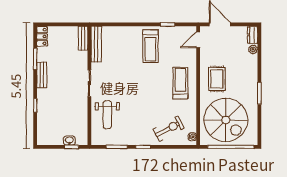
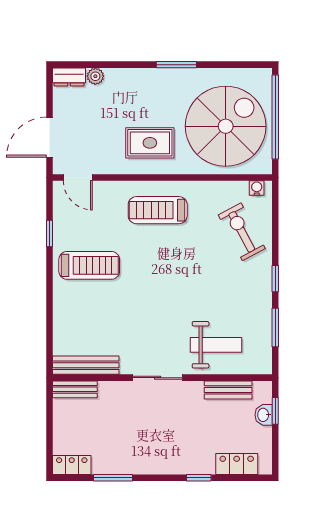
bench: (42, 75) -> (228, 390), moved
locker: (43, 126) -> (237, 464), added

